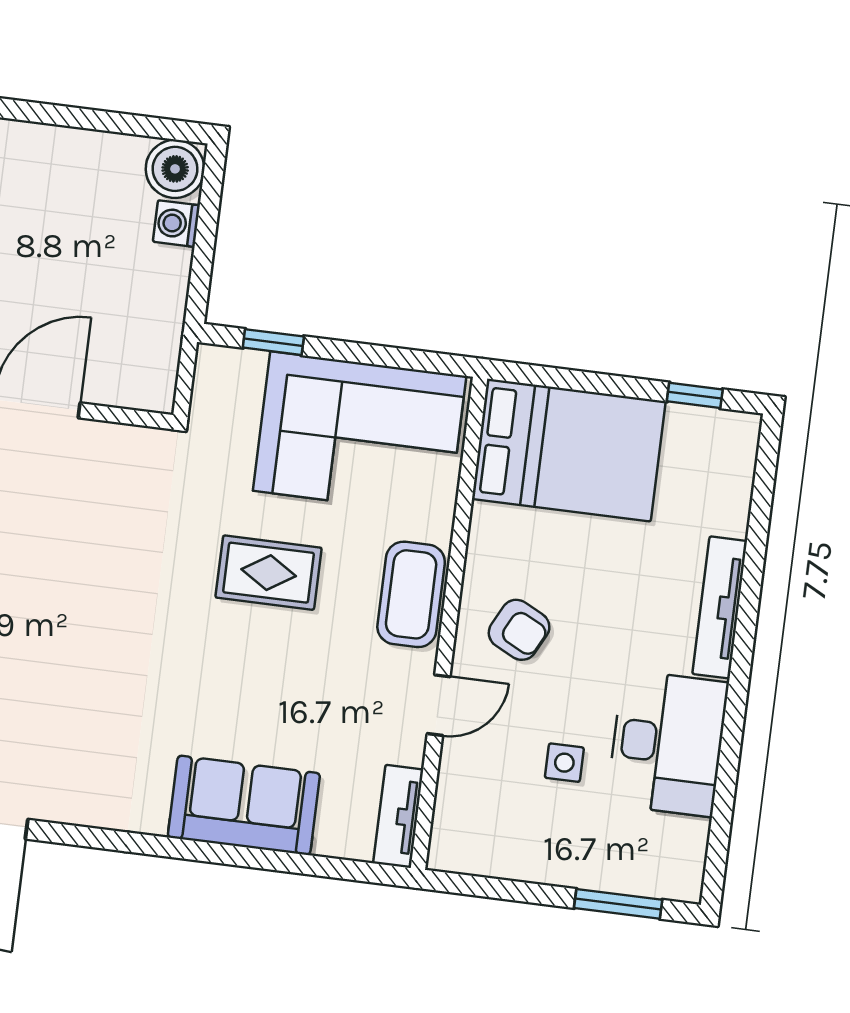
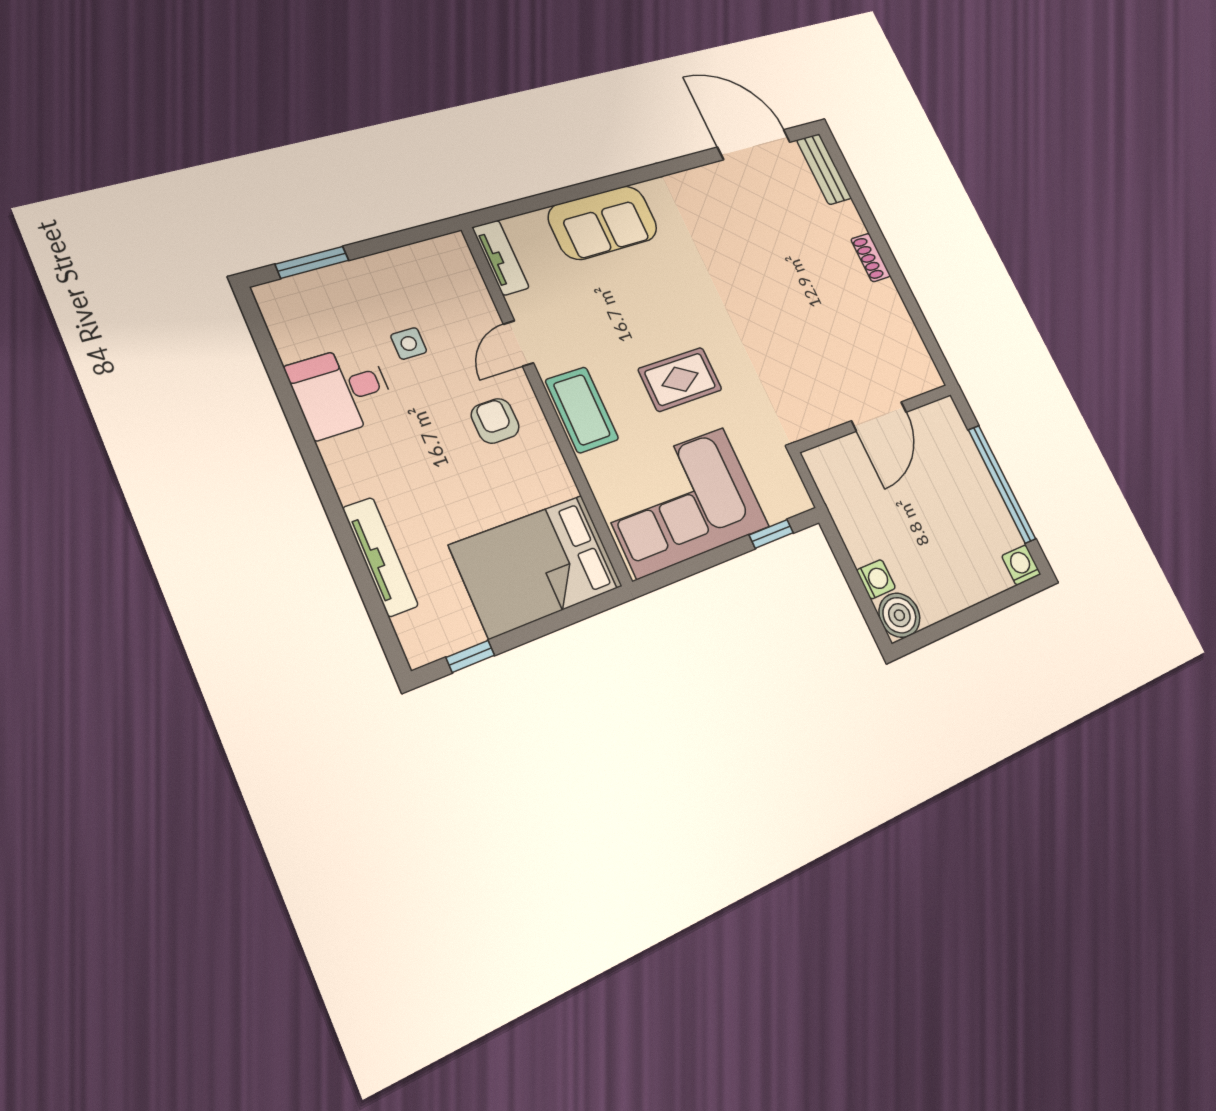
tv unit: (720, 607) -> (380, 557), moved
armchair: (519, 630) -> (495, 421), turned 62
desk: (668, 743) -> (342, 391), width x0.73

